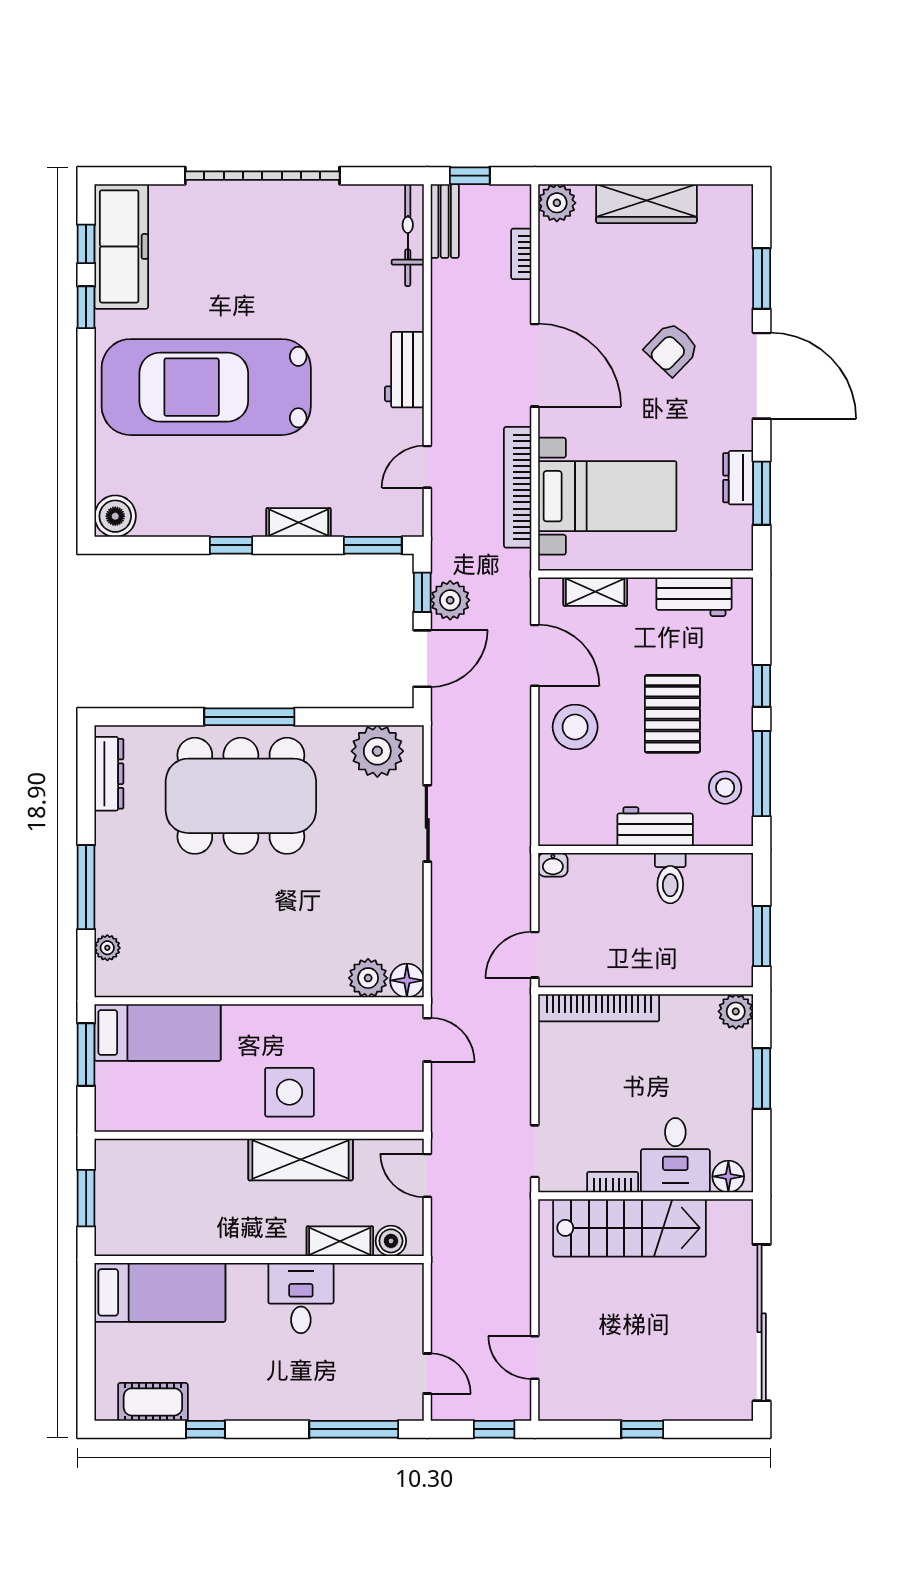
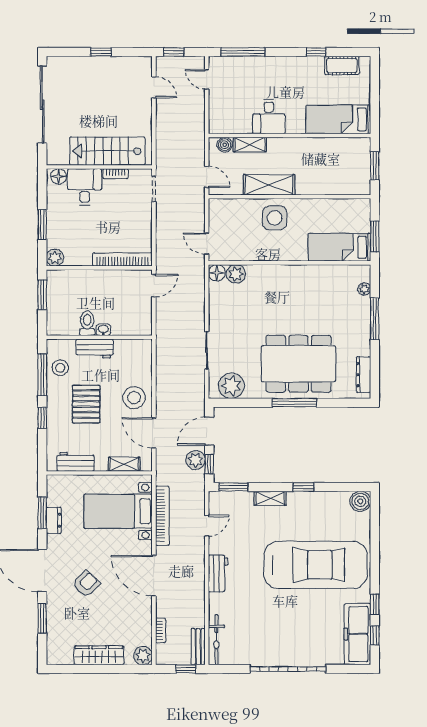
washbasin: (553, 865) -> (103, 330), moved

